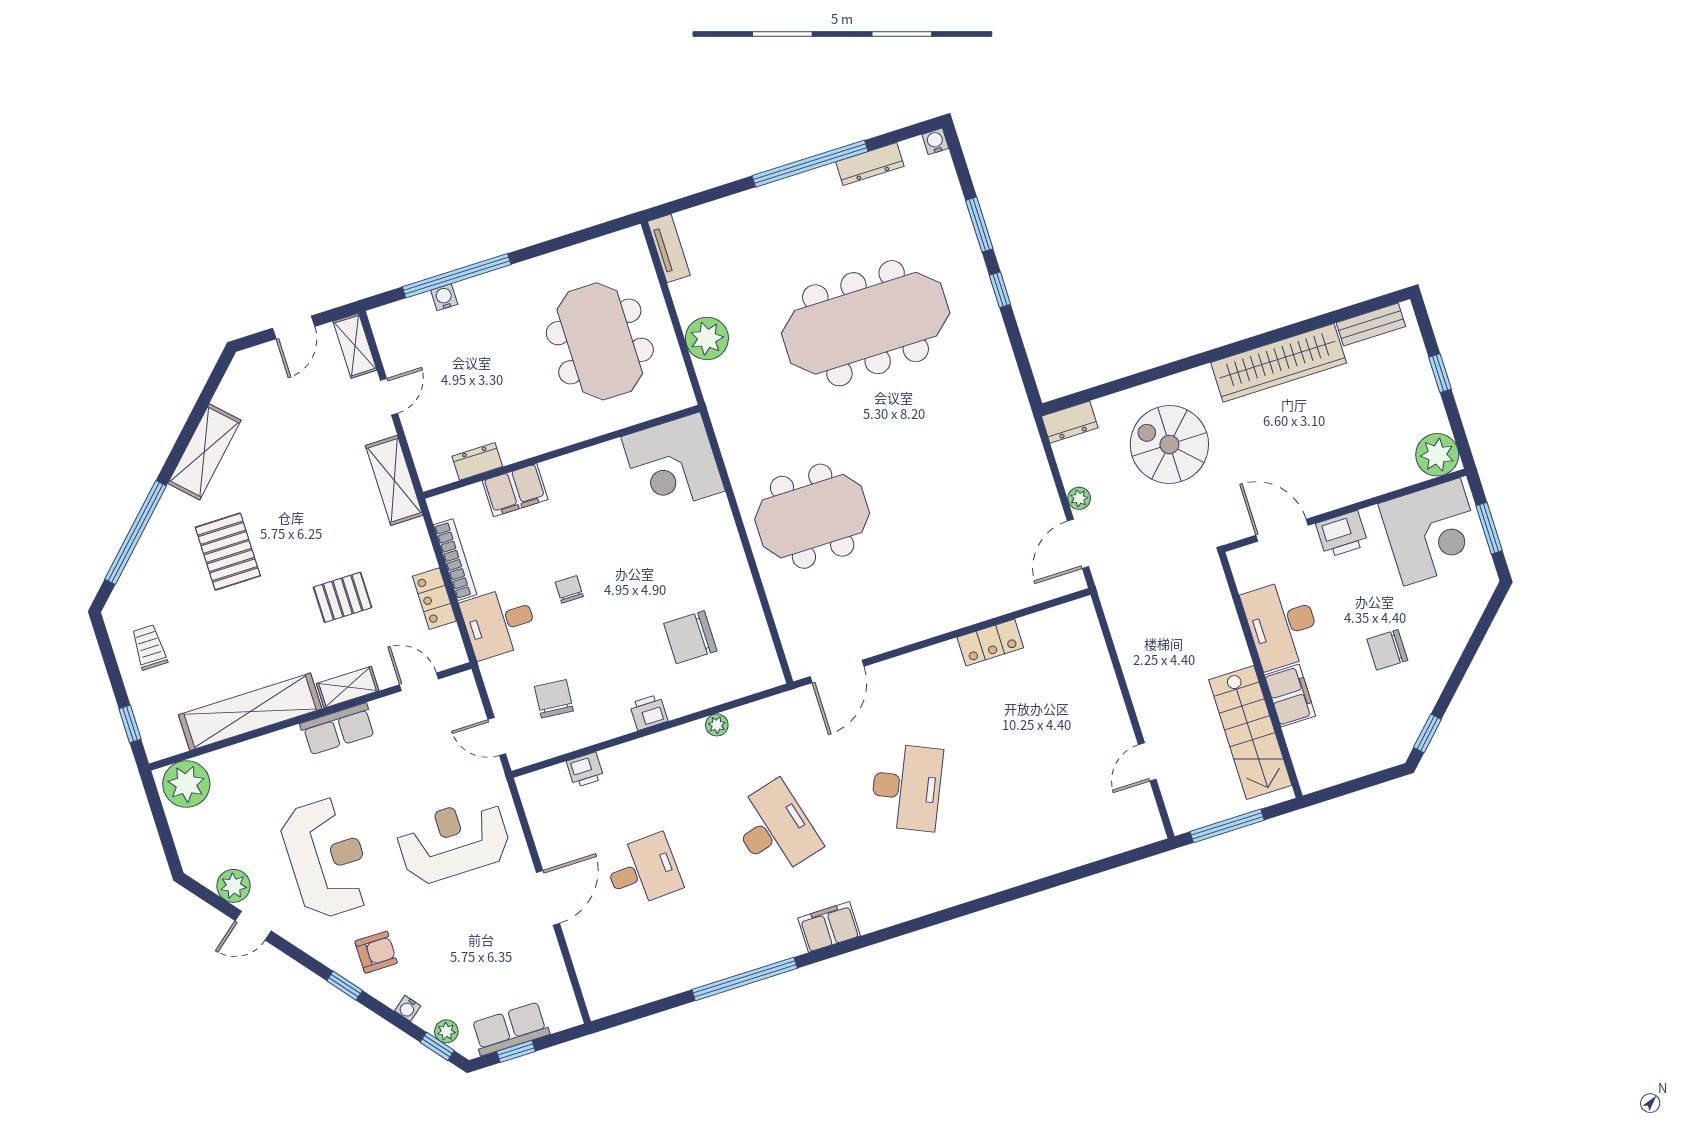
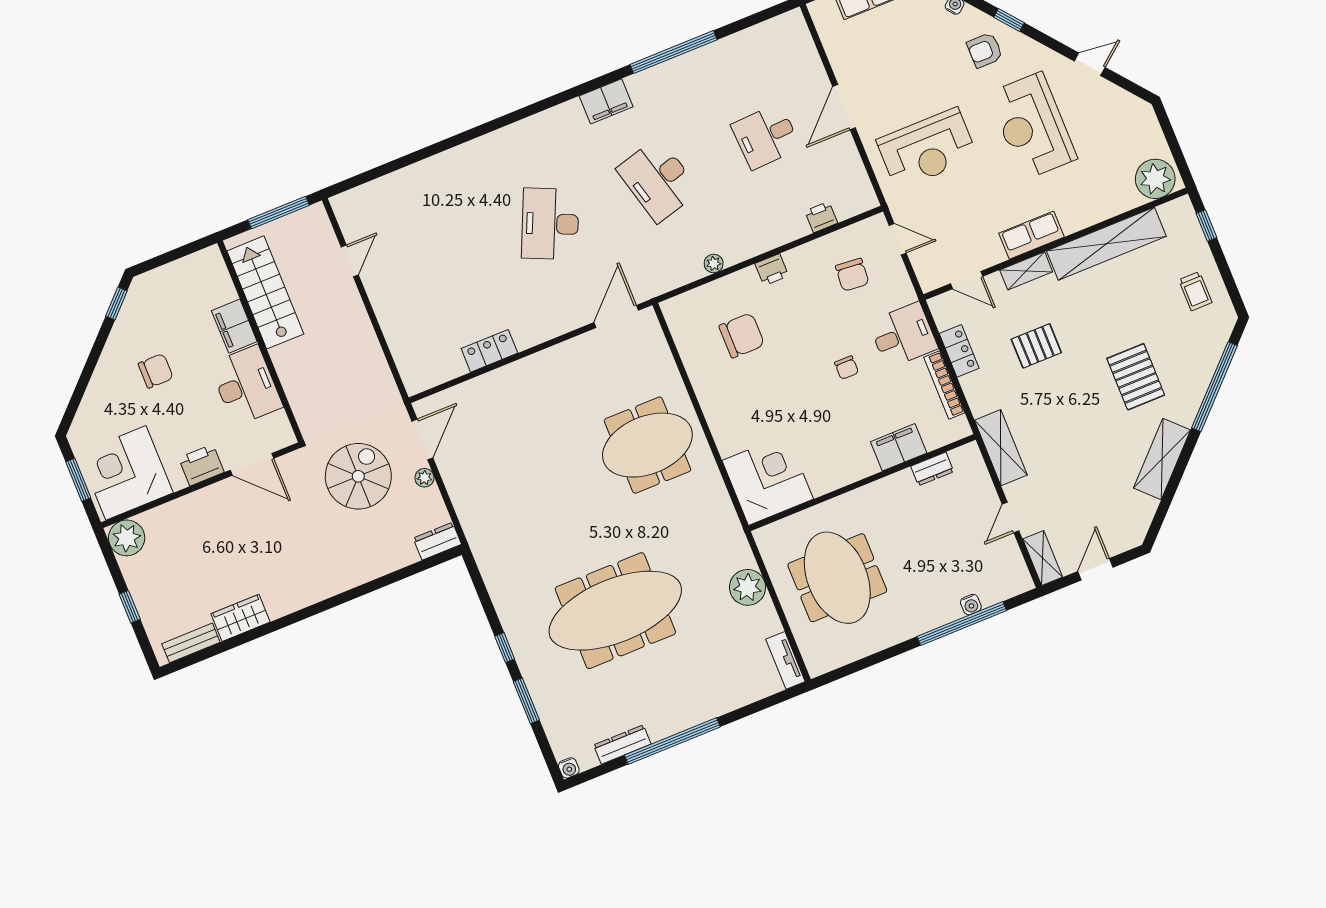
wardrobe: (1279, 363) -> (240, 618), width x0.48, depth x0.85
spiral stairs: (1169, 445) -> (358, 476), moved, turned -90
plant: (234, 886) -> (1109, 96), removed

